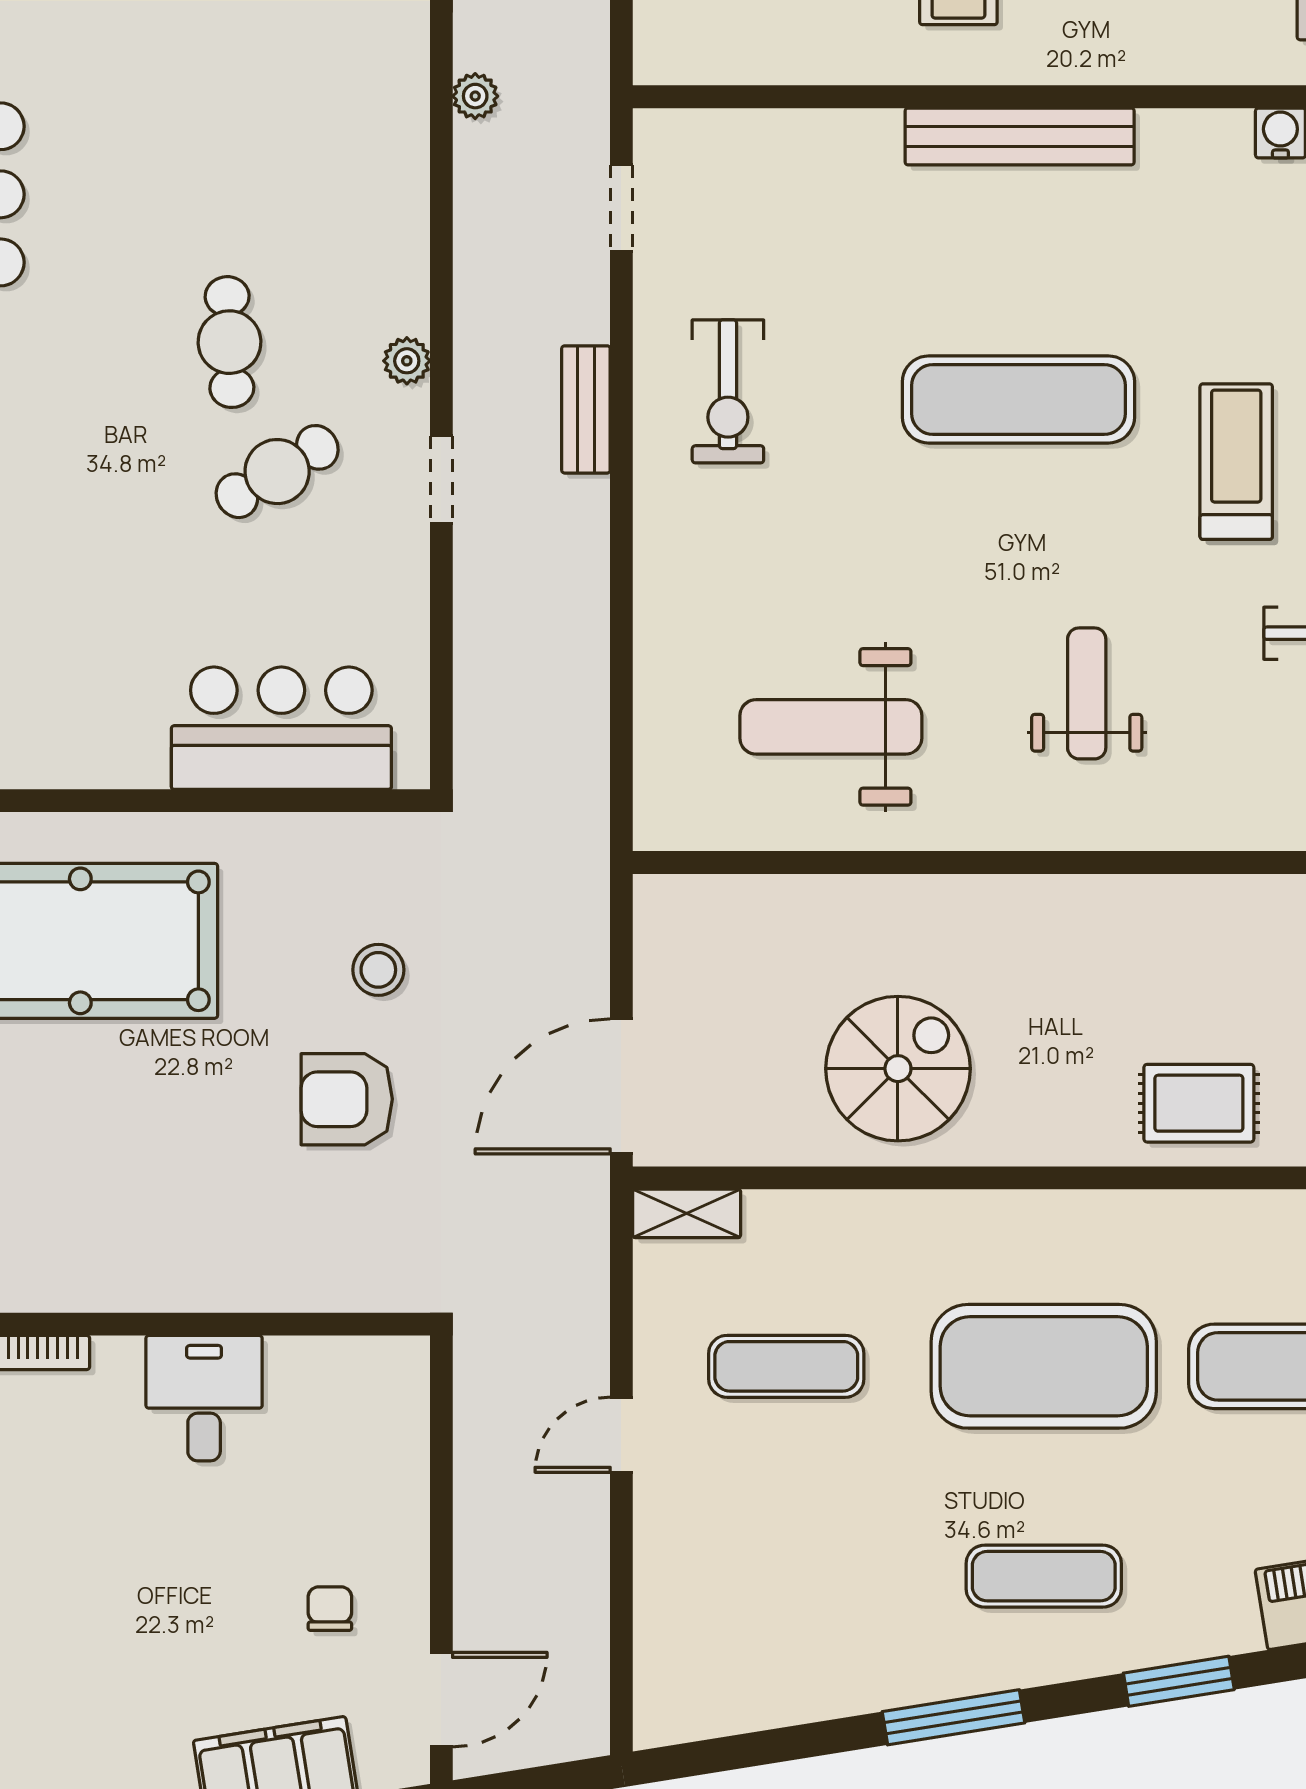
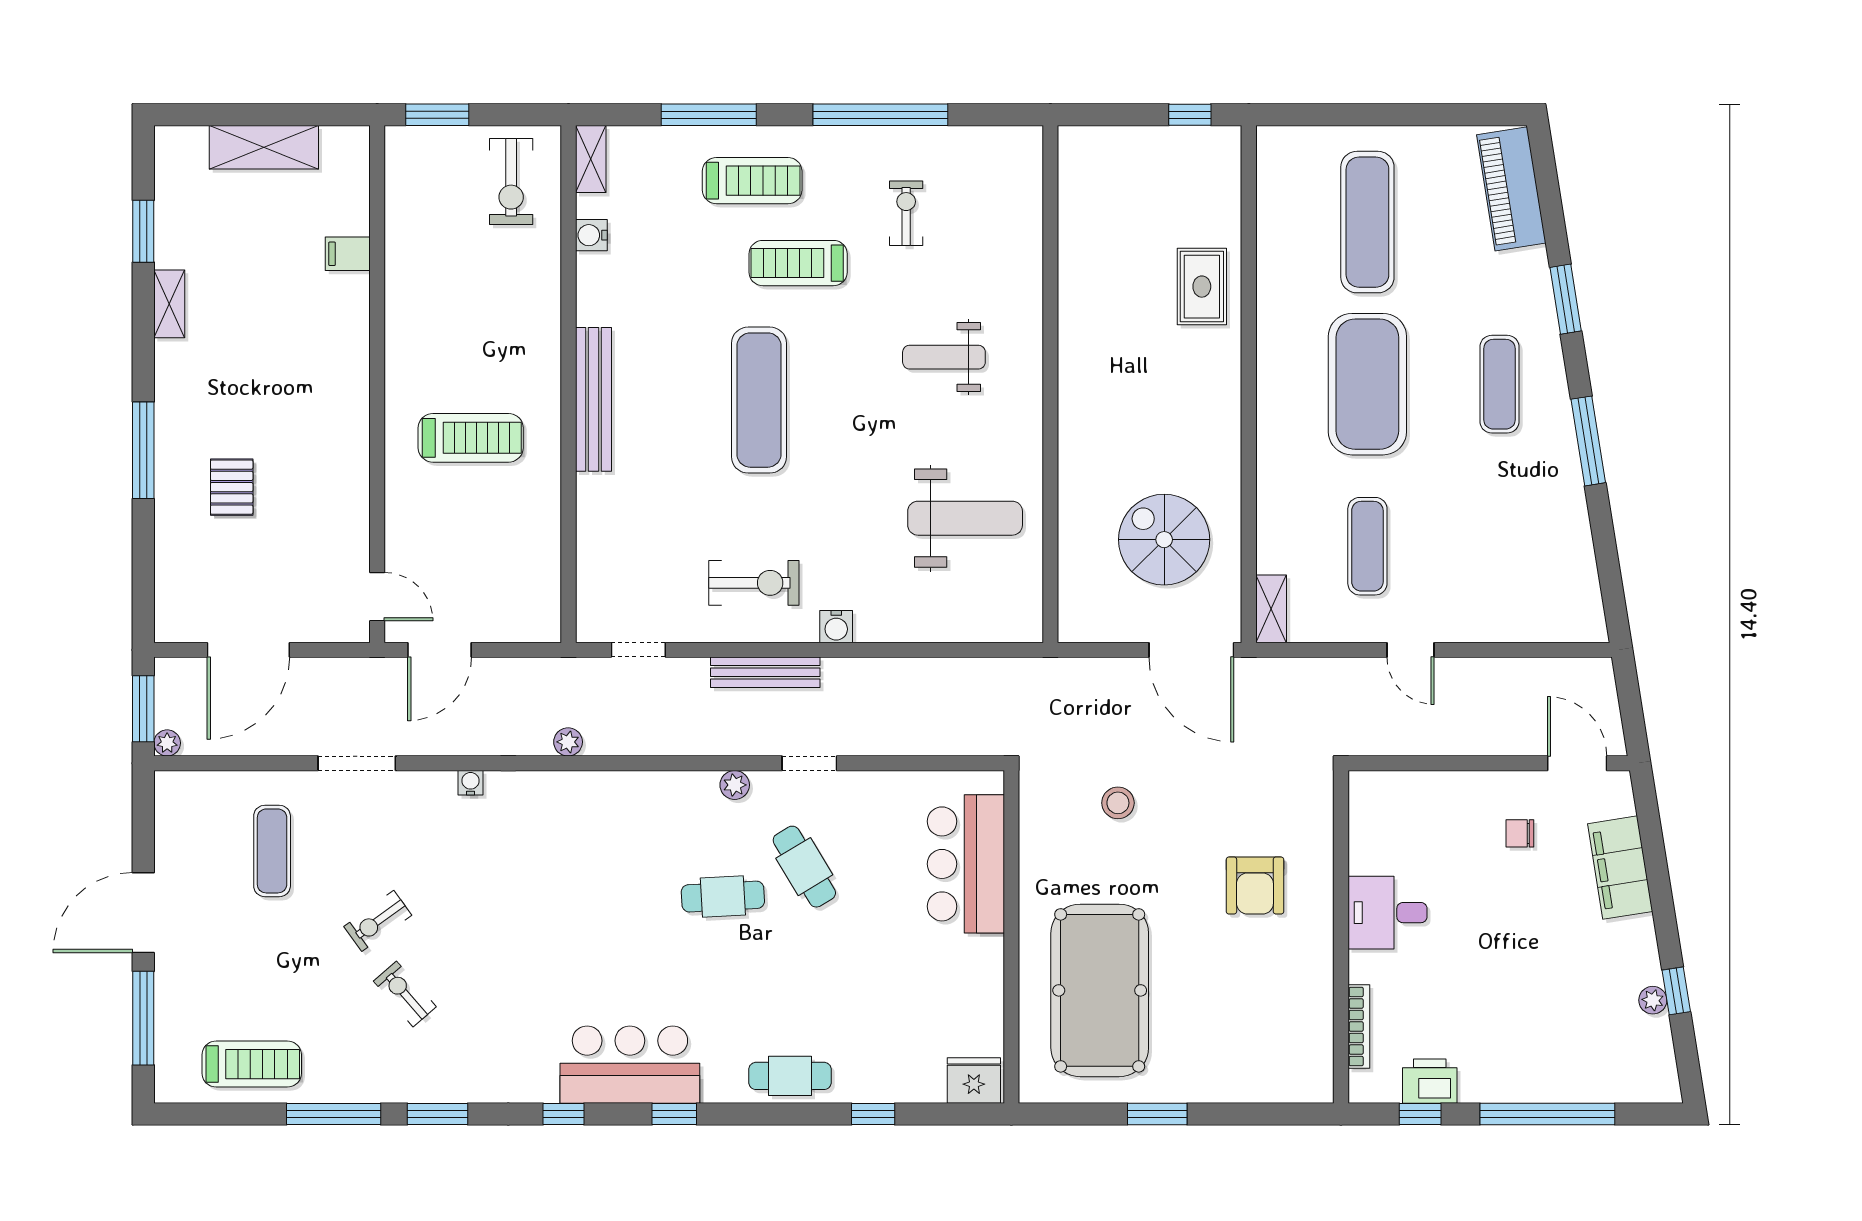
bench: (586, 409) -> (765, 672), width x1.36
water cooler: (659, 522) -> (836, 627), added
weight bench: (831, 727) -> (965, 518), turned -90
spiral stairs: (898, 1069) -> (1164, 540), moved
armchair: (347, 1099) -> (1255, 885), moved

